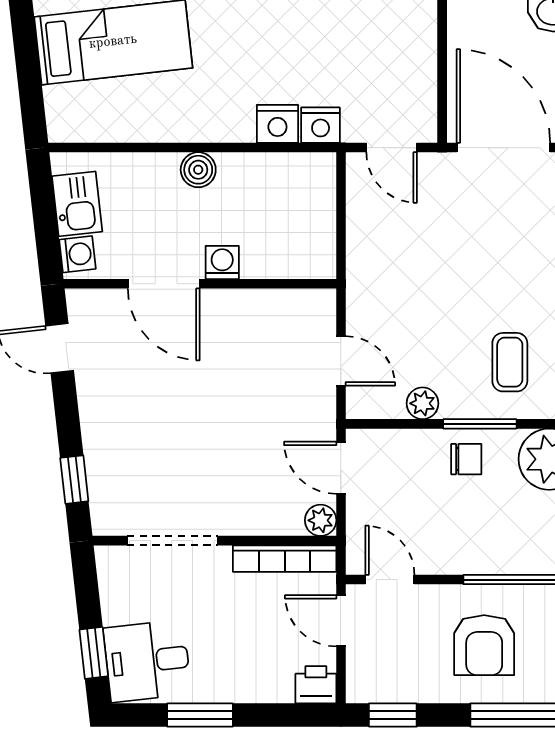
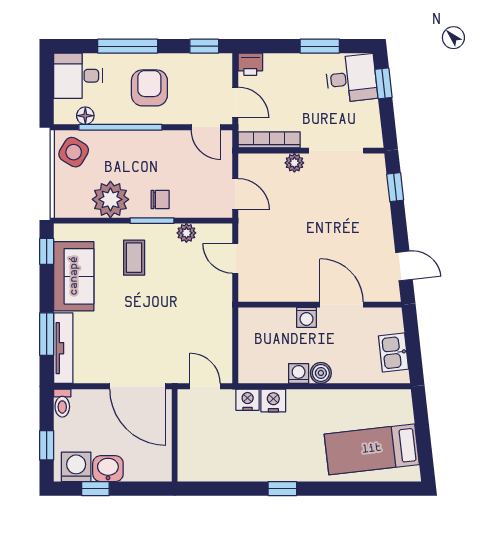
washing machine: (77, 254) -> (299, 374), moved, turned 96
chair: (466, 459) -> (160, 199), turned 180
plant: (321, 520) -> (294, 163), moved

